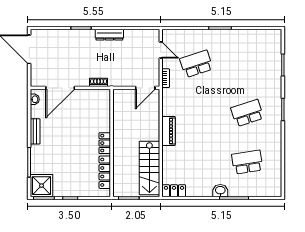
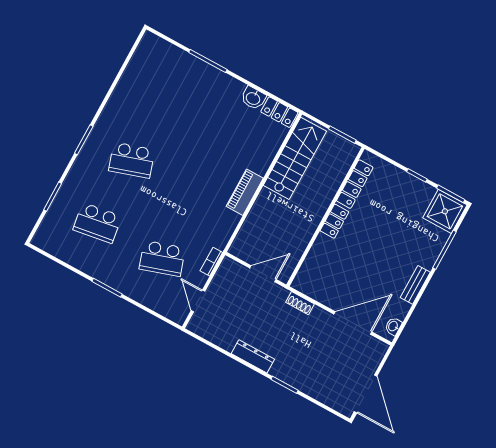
door: (145, 88) -> (263, 274), moved
school desk: (247, 162) -> (97, 223), moved
washbasin: (220, 191) -> (253, 98), moved

